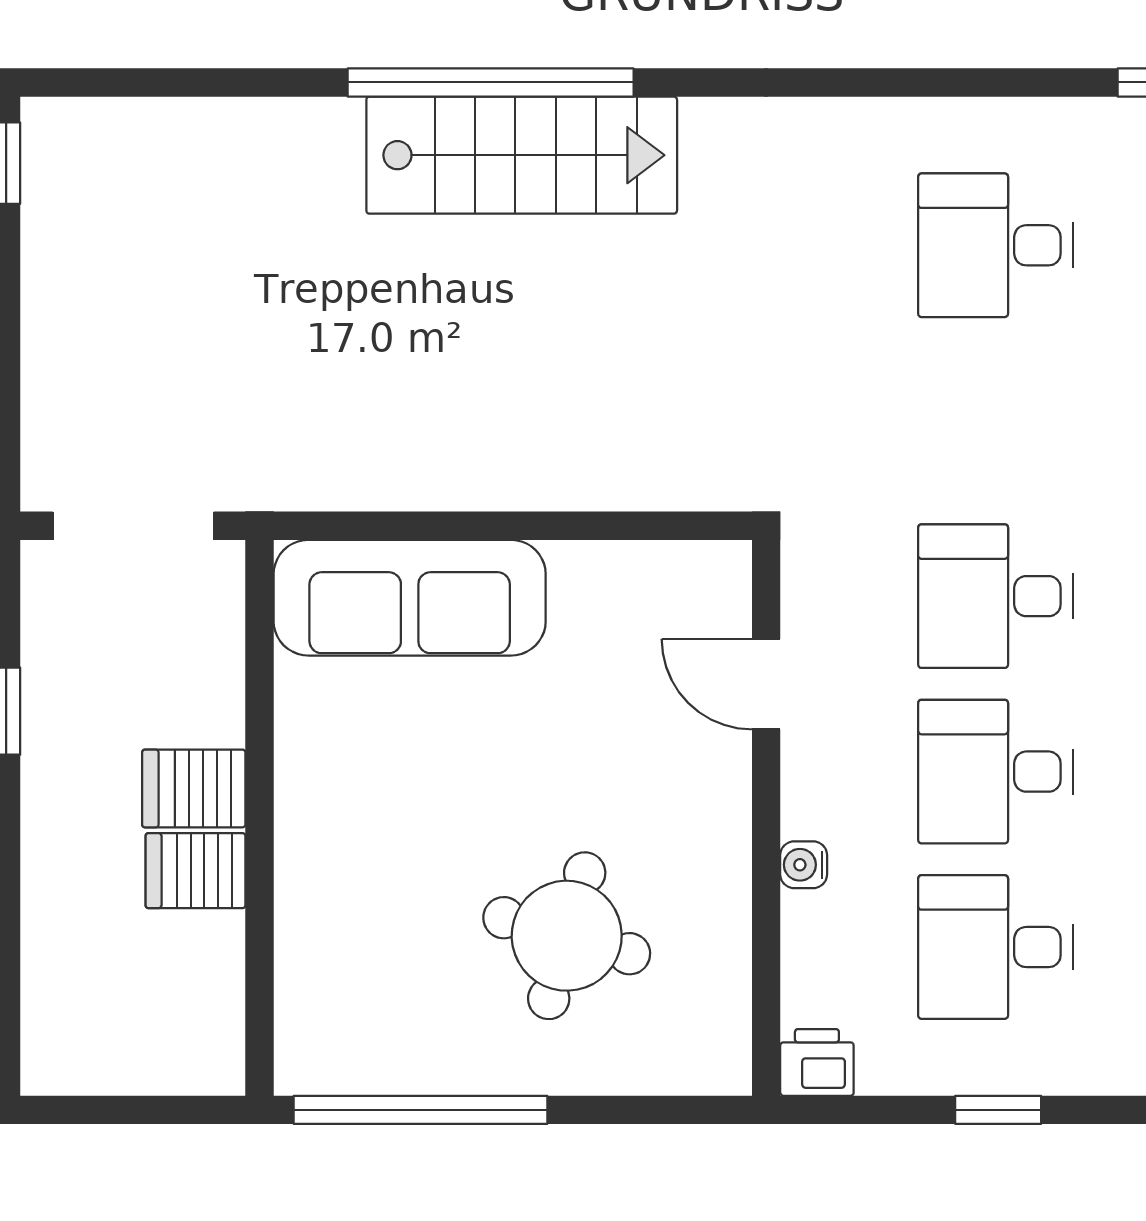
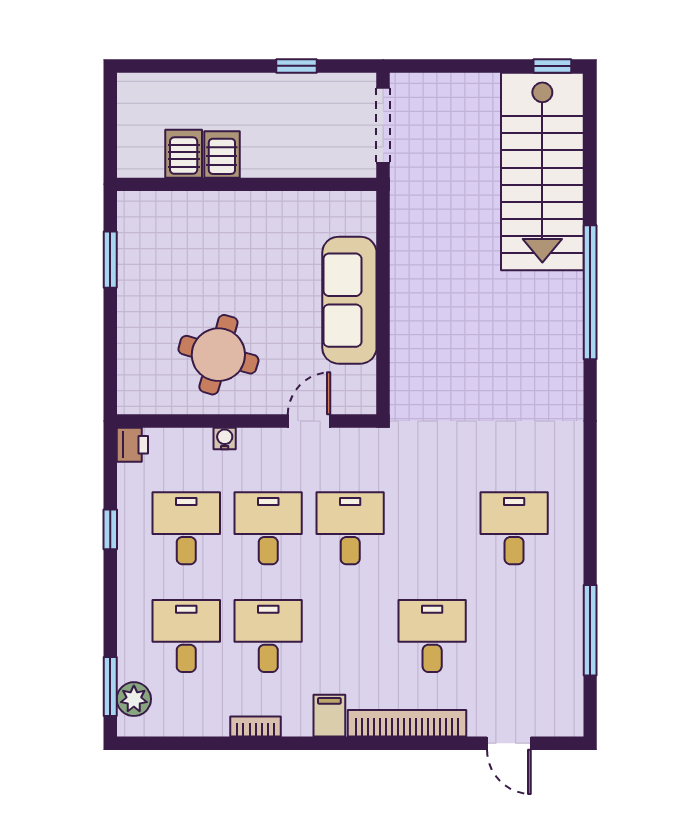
stairs: (522, 155) -> (542, 172), moved, width x1.36, depth x1.51
sofa: (410, 598) -> (349, 300), moved
server rack: (194, 788) -> (184, 154), moved
round table: (567, 936) -> (218, 355), moved
window: (421, 1110) -> (110, 260), width x0.47

